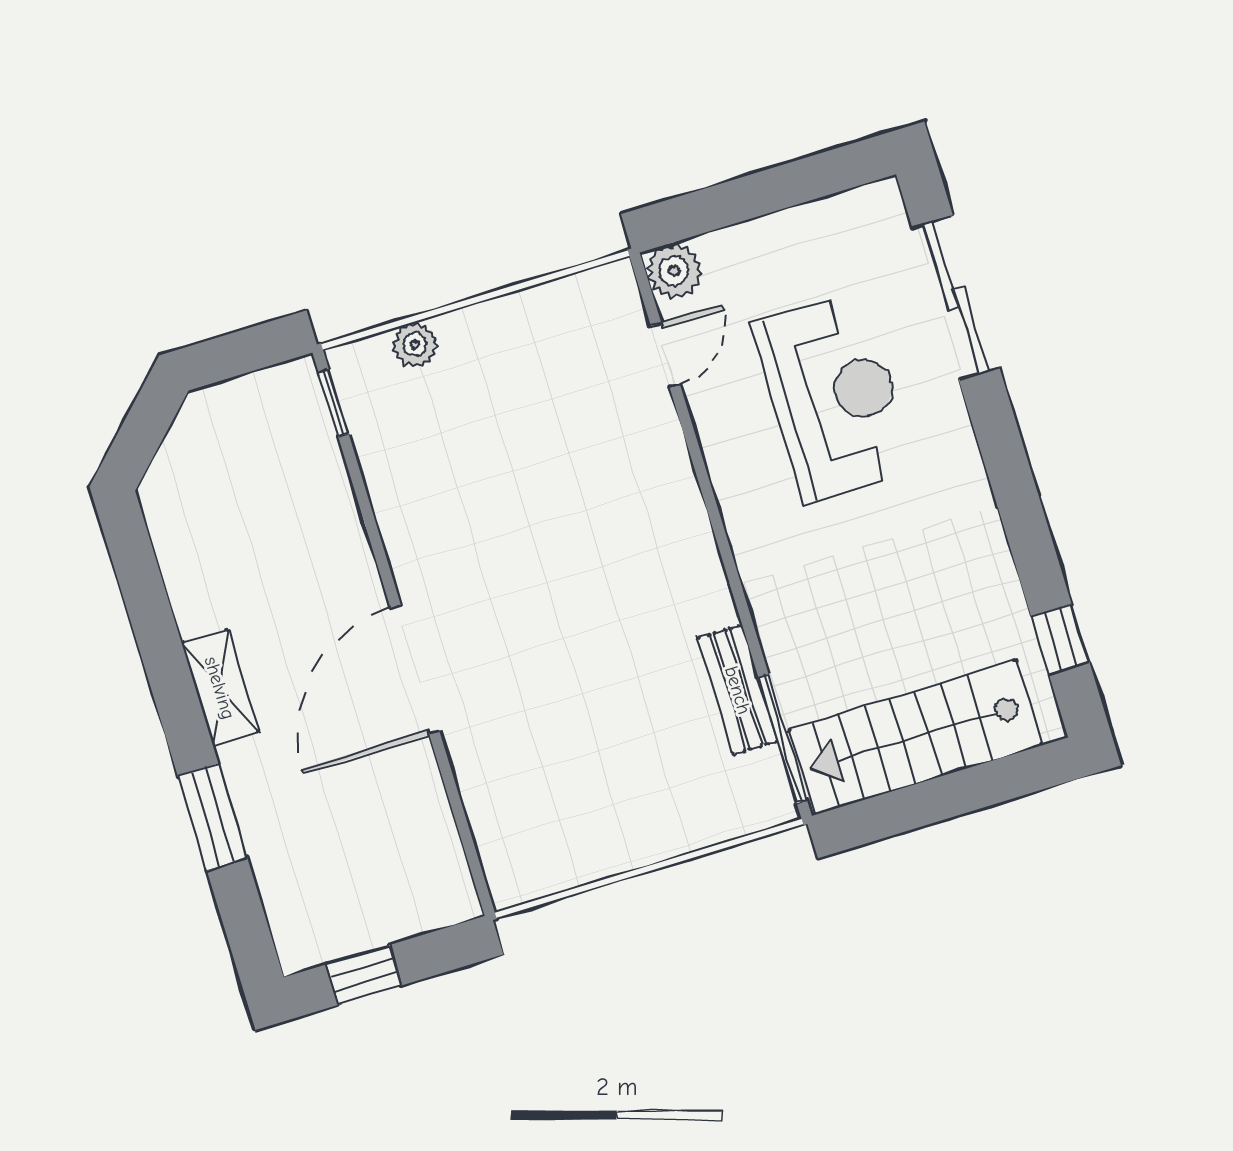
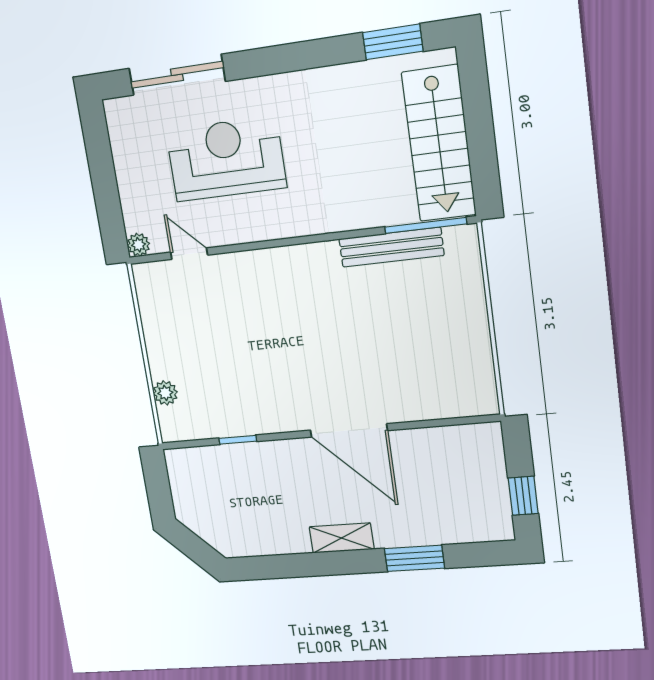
plant: (674, 271) -> (138, 245), width x0.73, depth x0.73
window: (334, 403) -> (238, 440), moved
window: (1060, 639) -> (393, 42), width x1.50
bench: (738, 690) -> (391, 247), width x1.36

